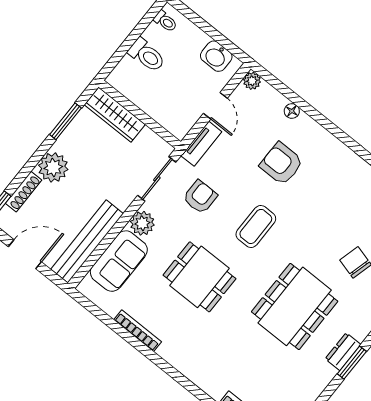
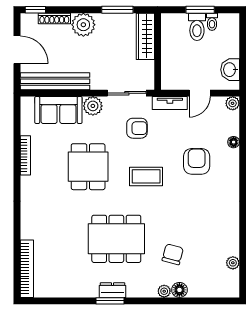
toilet: (165, 21) -> (212, 22), moved
window: (132, 38) -> (200, 10), added

